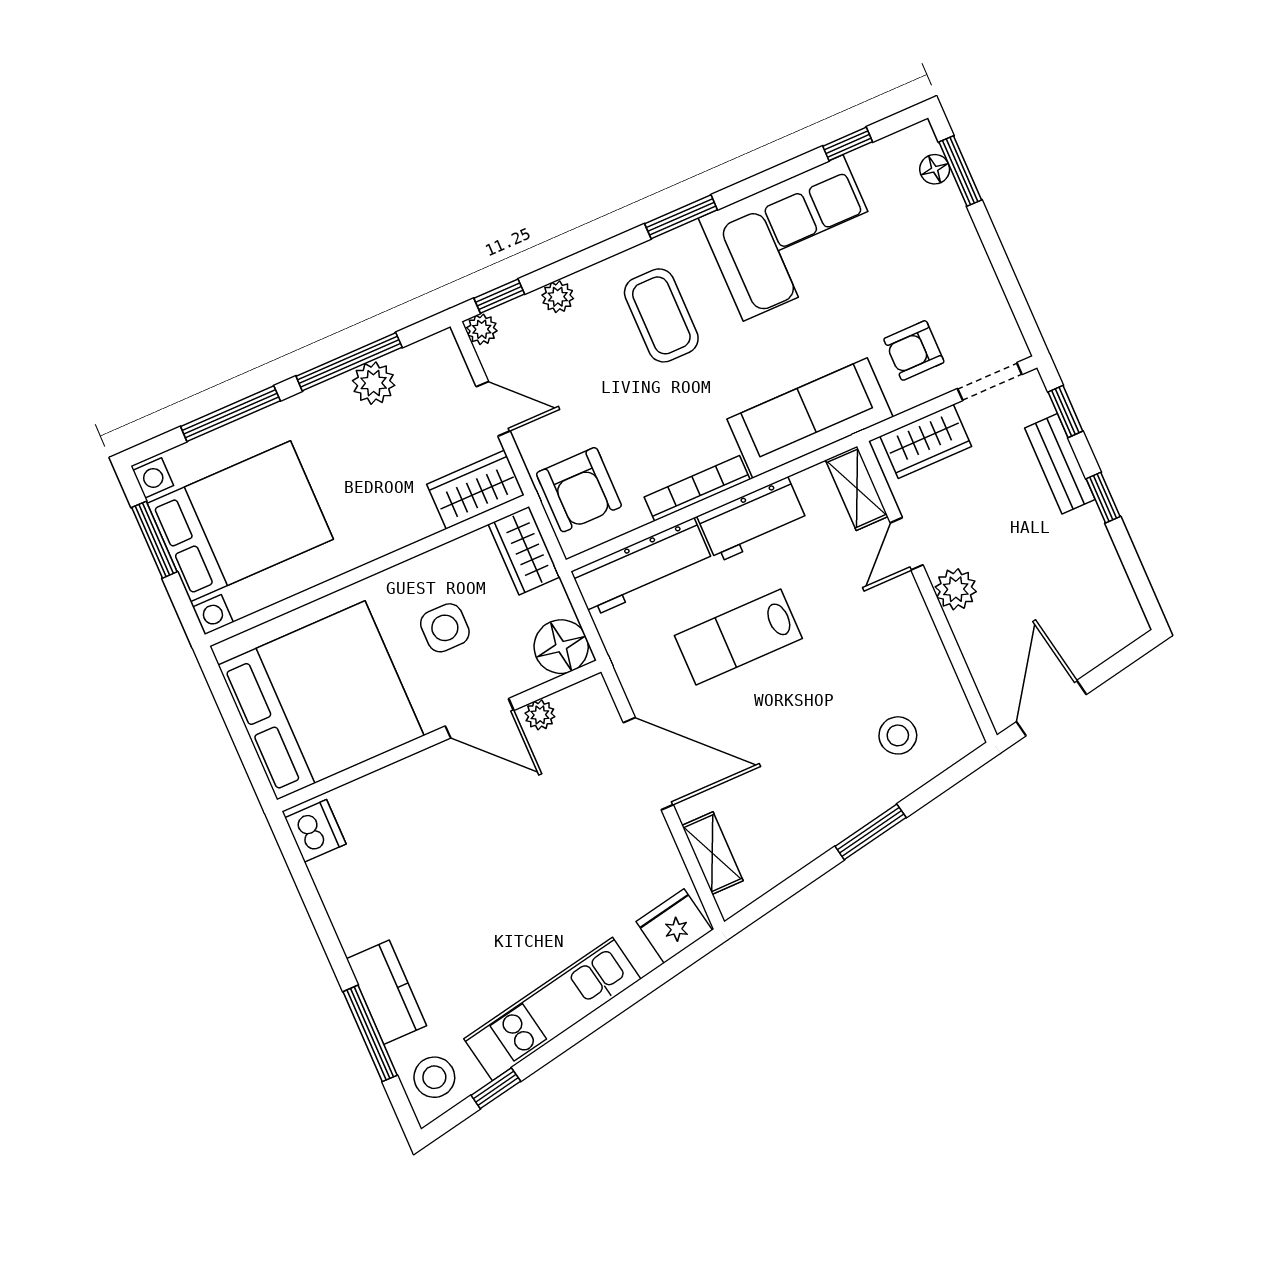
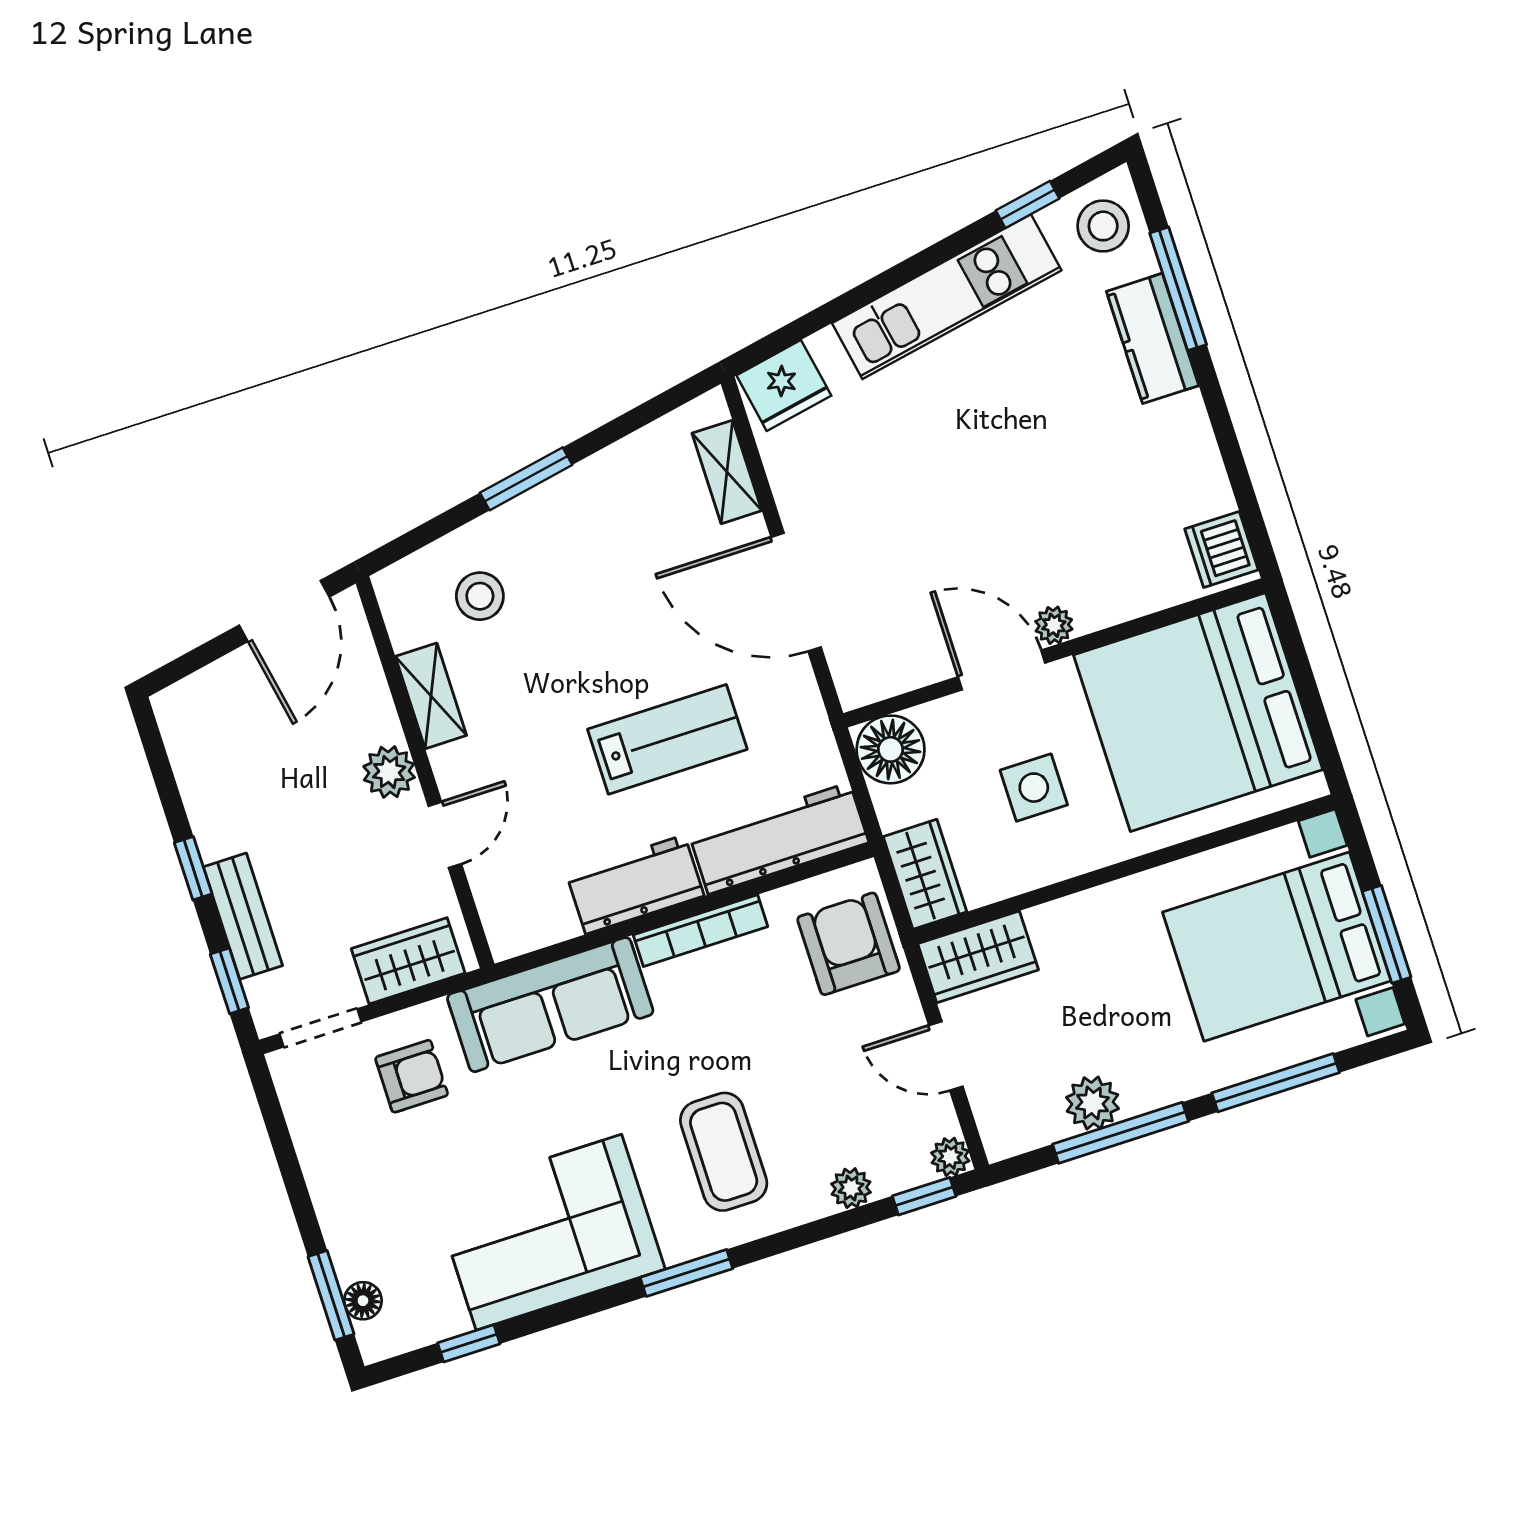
shelving: (857, 488) -> (431, 696), moved
plant: (540, 715) -> (1054, 625), moved

